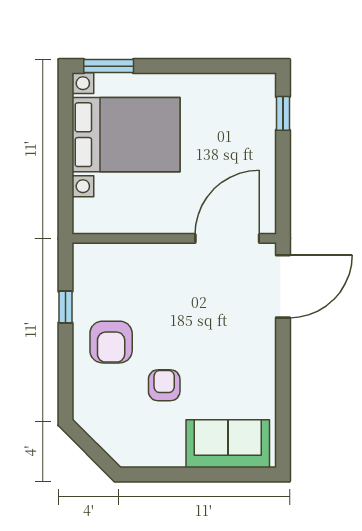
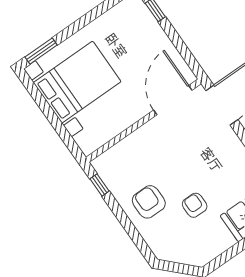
window: (65, 307) -> (99, 185), moved
armchair: (111, 342) -> (149, 202), turned 180

